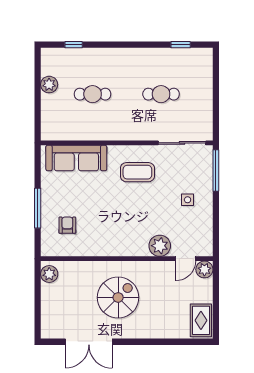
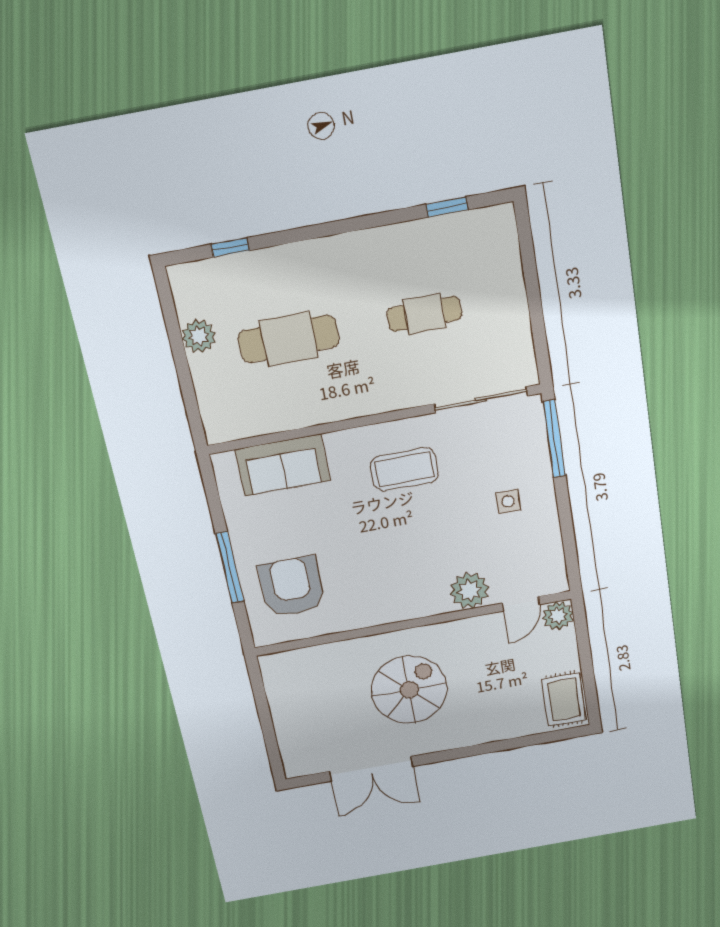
cafe table: (93, 94) -> (289, 339), width x1.37, depth x1.35
sofa: (76, 158) -> (283, 465), width x0.73
armchair: (67, 225) -> (292, 587), width x1.88, depth x1.88
plant: (49, 274) -> (277, 674), removed

